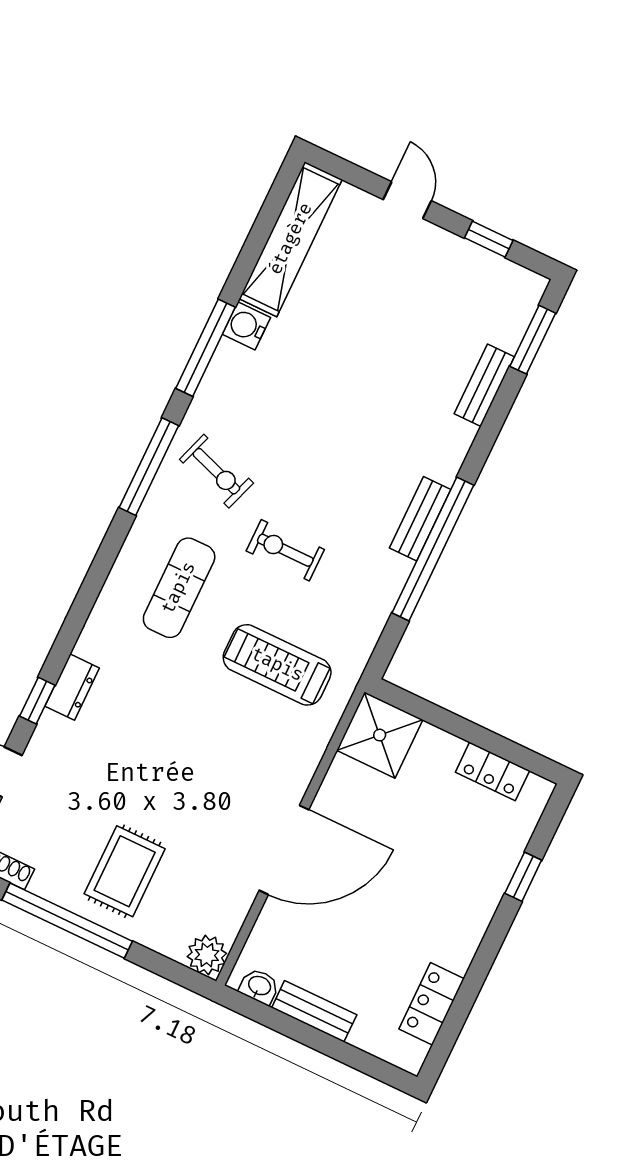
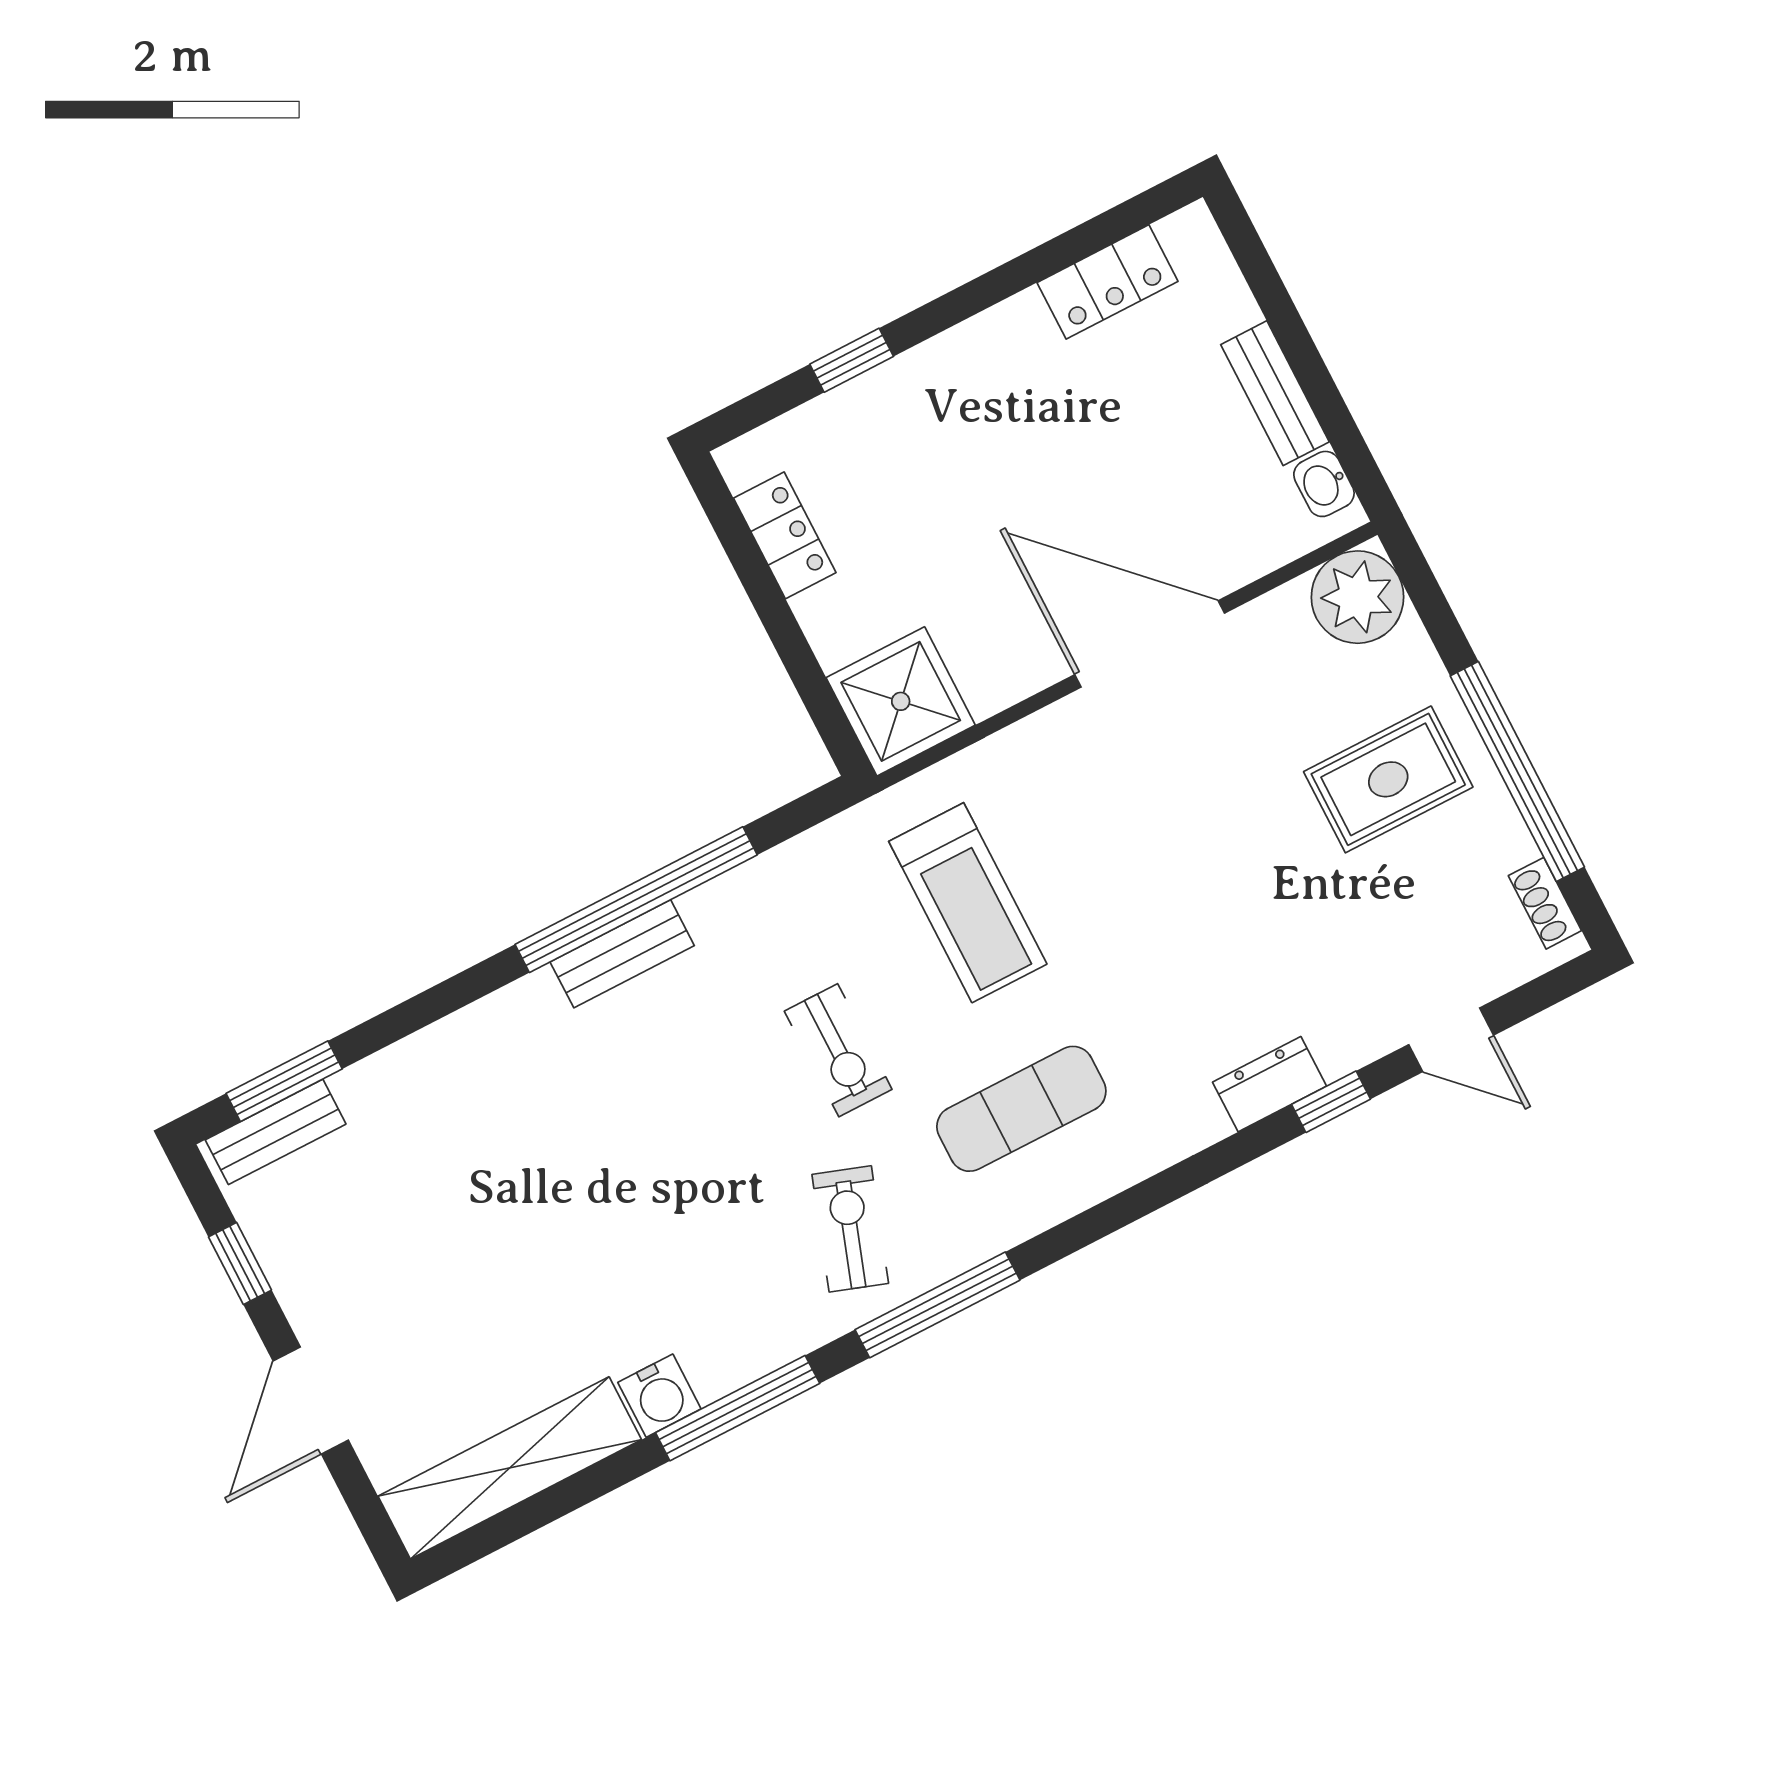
door: (407, 200) -> (311, 1401), width x1.38
bench: (484, 385) -> (276, 1132), moved
plant: (207, 955) -> (1357, 597), width x1.36, depth x1.36

